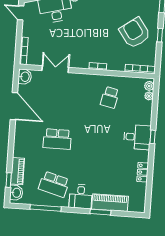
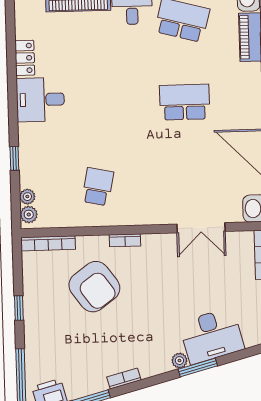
armchair: (135, 33) -> (94, 287), moved
desk: (137, 137) -> (40, 100), moved
window: (153, 137) -> (14, 158), moved

